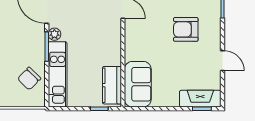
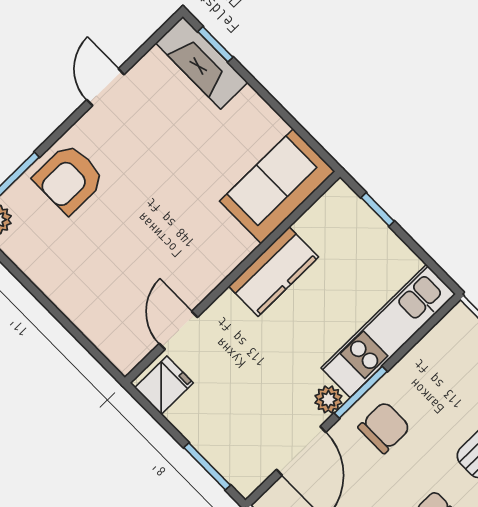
armchair: (186, 29) -> (69, 179), moved, turned 90
chair: (29, 79) -> (384, 427), moved, turned -44
kitchen counter: (112, 85) -> (274, 272), moved

